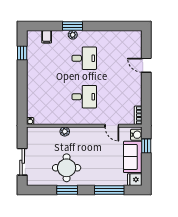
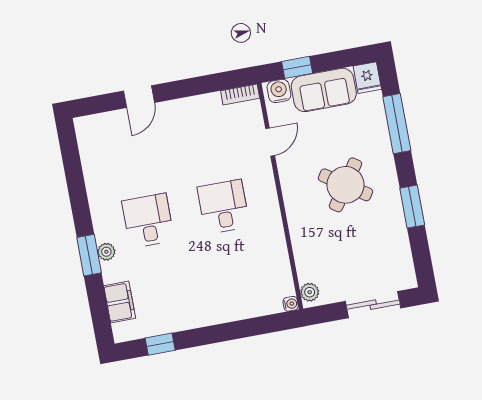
filing cabinet: (47, 37) -> (120, 302), width x2.00
plant: (65, 131) -> (310, 292), moved
round table: (67, 168) -> (346, 185), moved, turned 34

